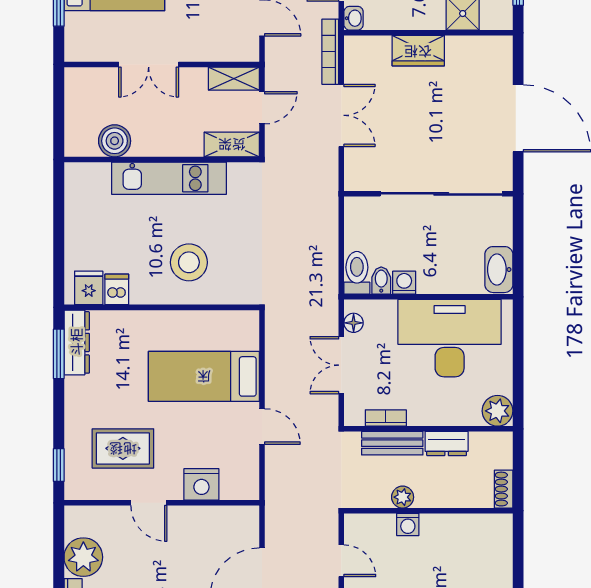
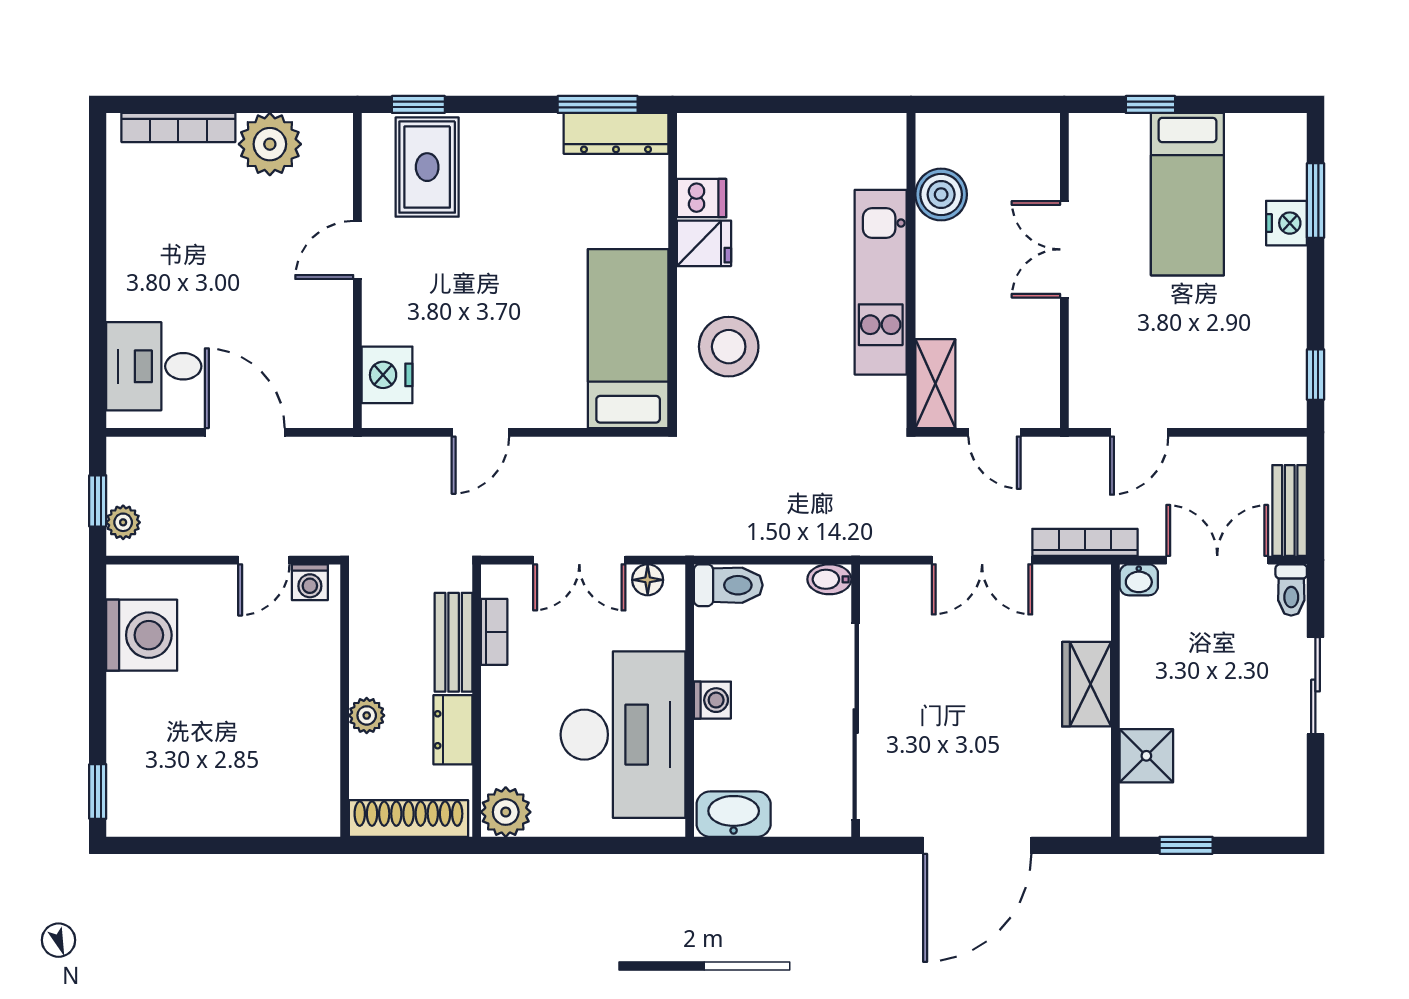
shelving: (234, 79) -> (1041, 387), removed
stool: (189, 262) -> (729, 347), moved
bidet: (381, 281) -> (829, 579), moved, turned 180
washing machine: (404, 283) -> (712, 700), moved
fridge: (89, 288) -> (704, 243), moved
double door: (341, 365) -> (579, 560), swing flipped
bed: (204, 376) -> (628, 339), moved
rug: (123, 448) -> (427, 167), moved
nightstand: (201, 484) -> (387, 375), moved
shoe rack: (504, 489) -> (408, 818), width x1.94, depth x1.24
plant: (403, 497) -> (367, 715), moved
washing machine: (408, 524) -> (310, 582), moved, turned -90

